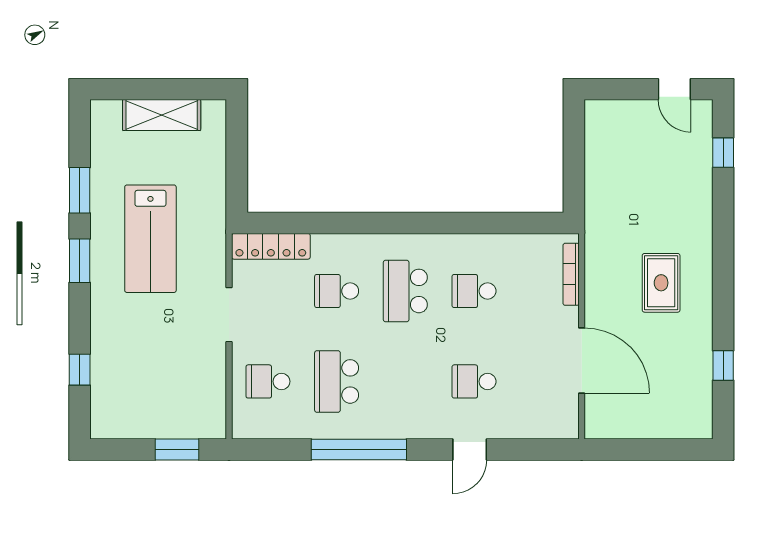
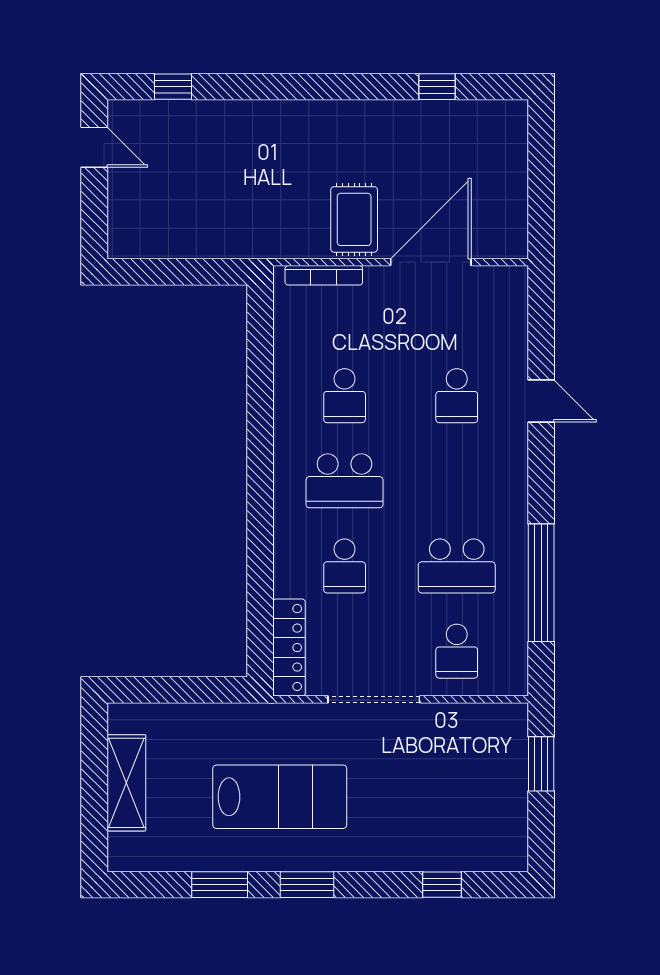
door: (674, 89) -> (94, 147), hinge flipped
rug: (661, 283) -> (354, 219), moved, turned 90
doorway: (229, 315) -> (374, 699), width x1.36
window: (359, 449) -> (541, 583), moved

